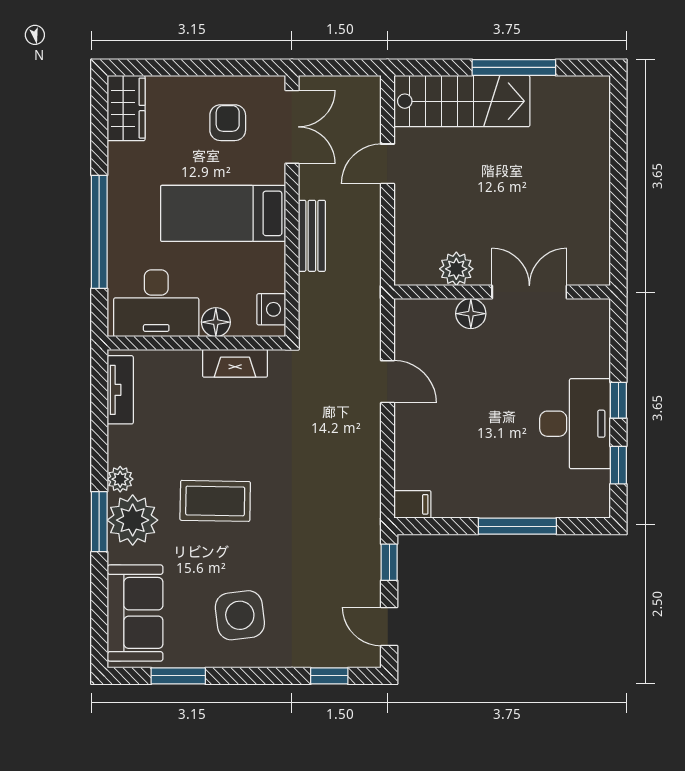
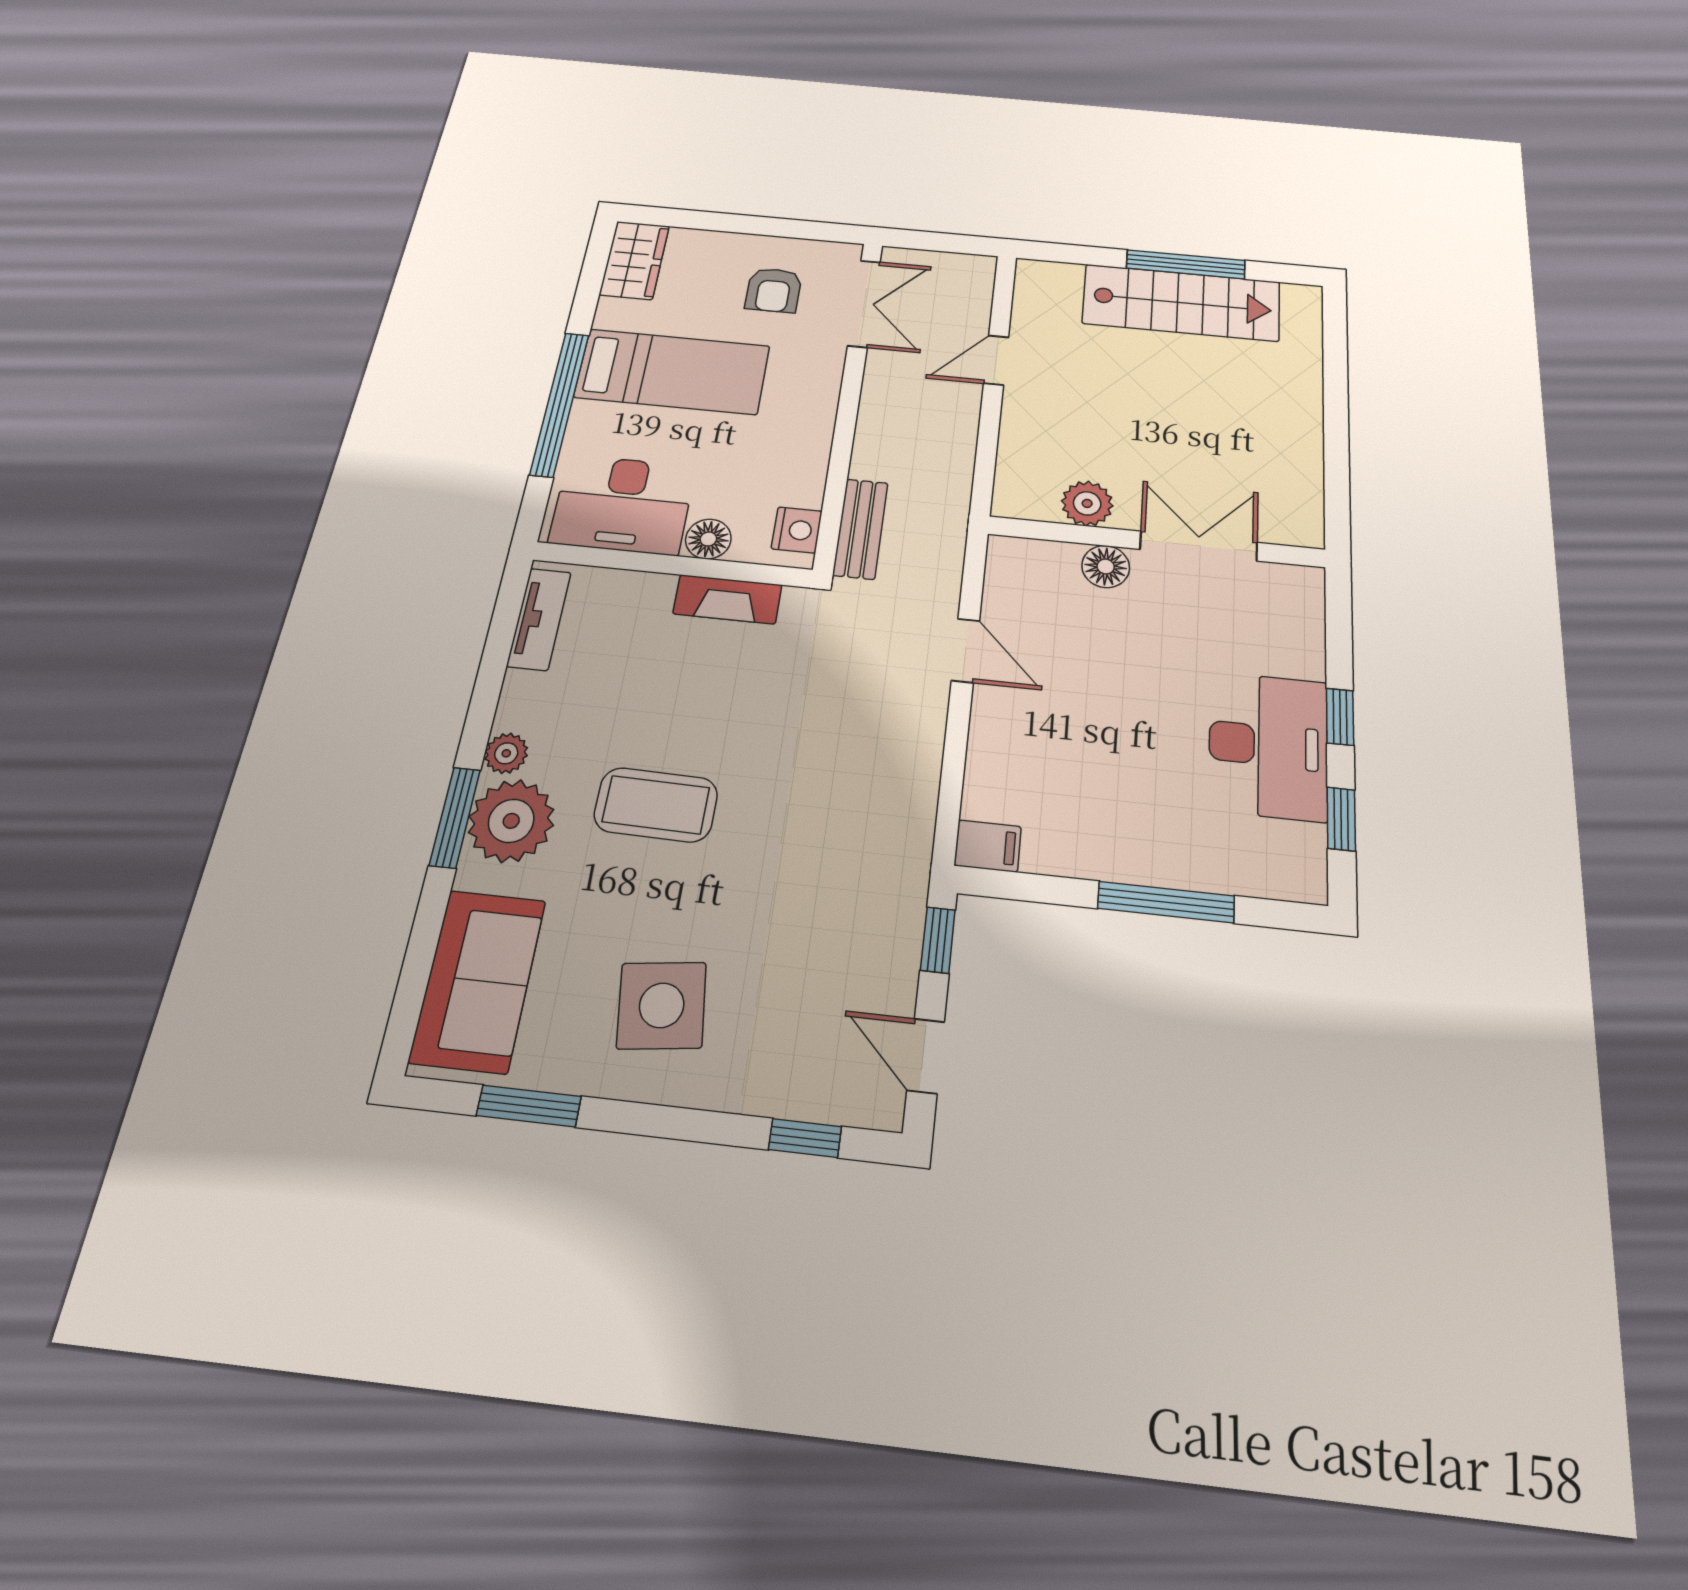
stairs: (462, 101) -> (1181, 303), moved
armchair: (228, 123) -> (774, 290), turned 180
bed: (223, 213) -> (672, 372), moved, turned 180
bench: (312, 236) -> (860, 529), moved

